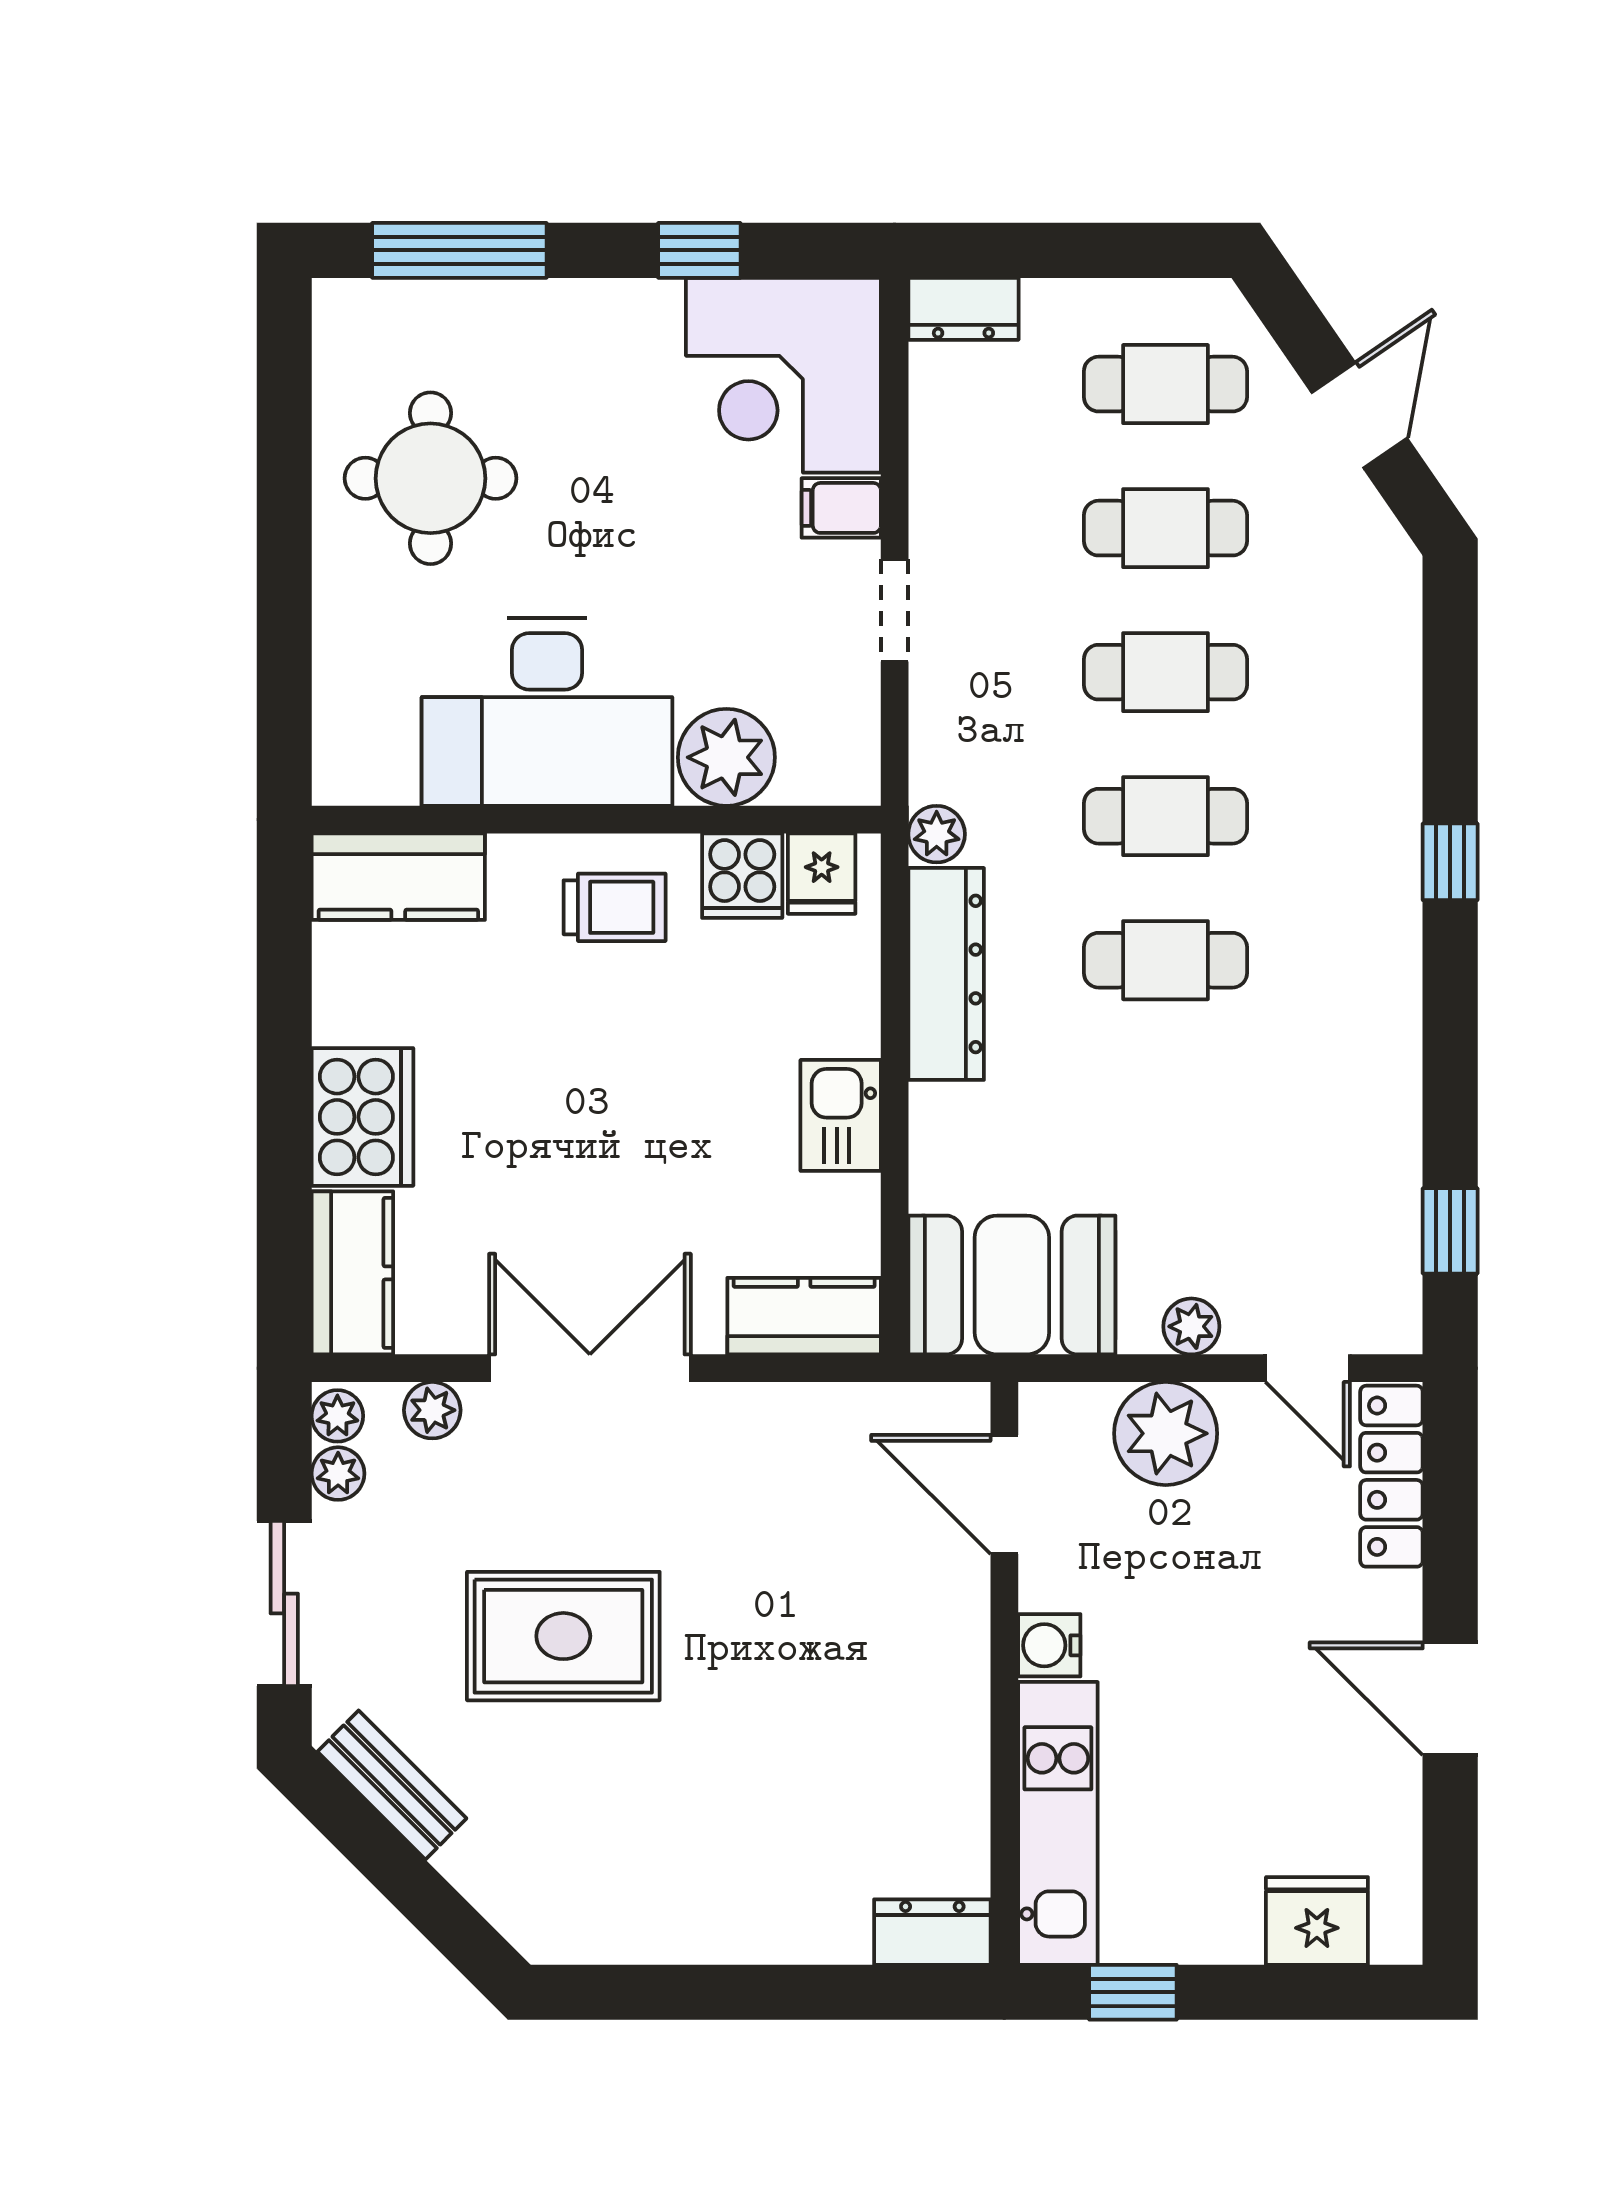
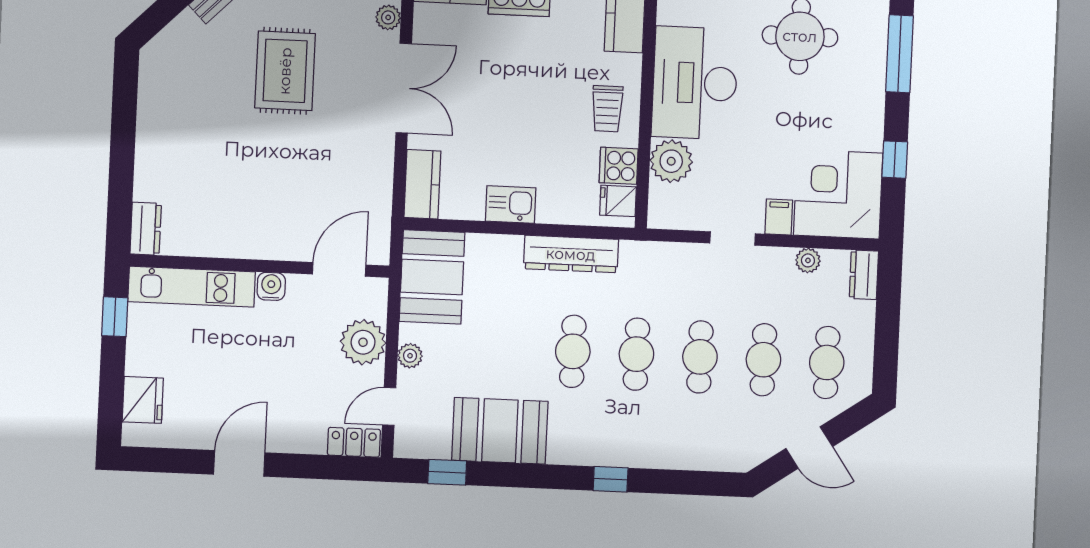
plant: (937, 834) -> (808, 260), moved
booth: (1352, 1117) -> (500, 431), added
locker: (1391, 1476) -> (354, 442), width x0.66

